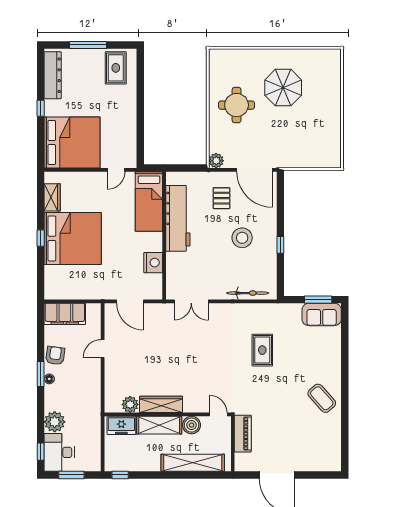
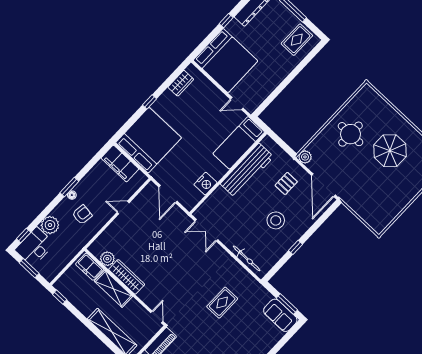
bed: (73, 238) -> (148, 140), moved, turned -90
armchair: (55, 356) -> (82, 215), moved
boiler: (192, 425) -> (134, 308), removed

